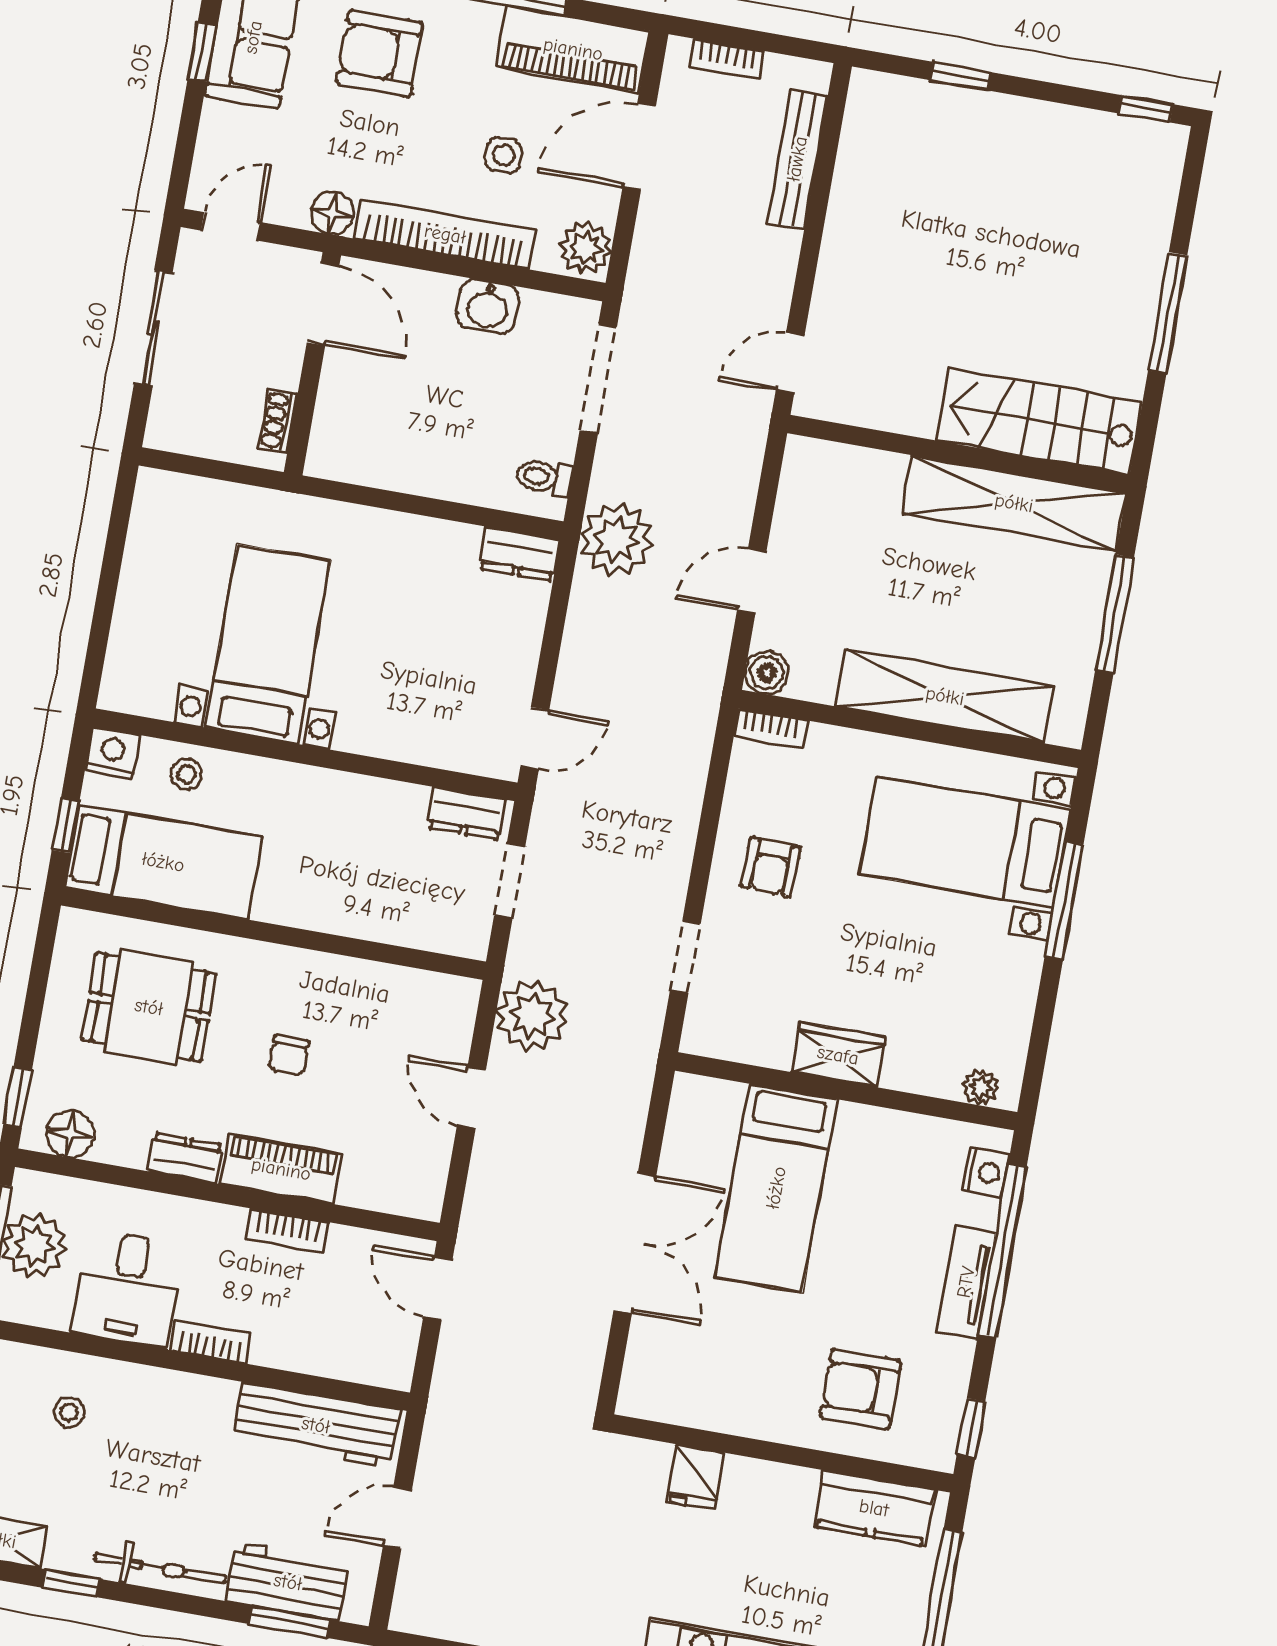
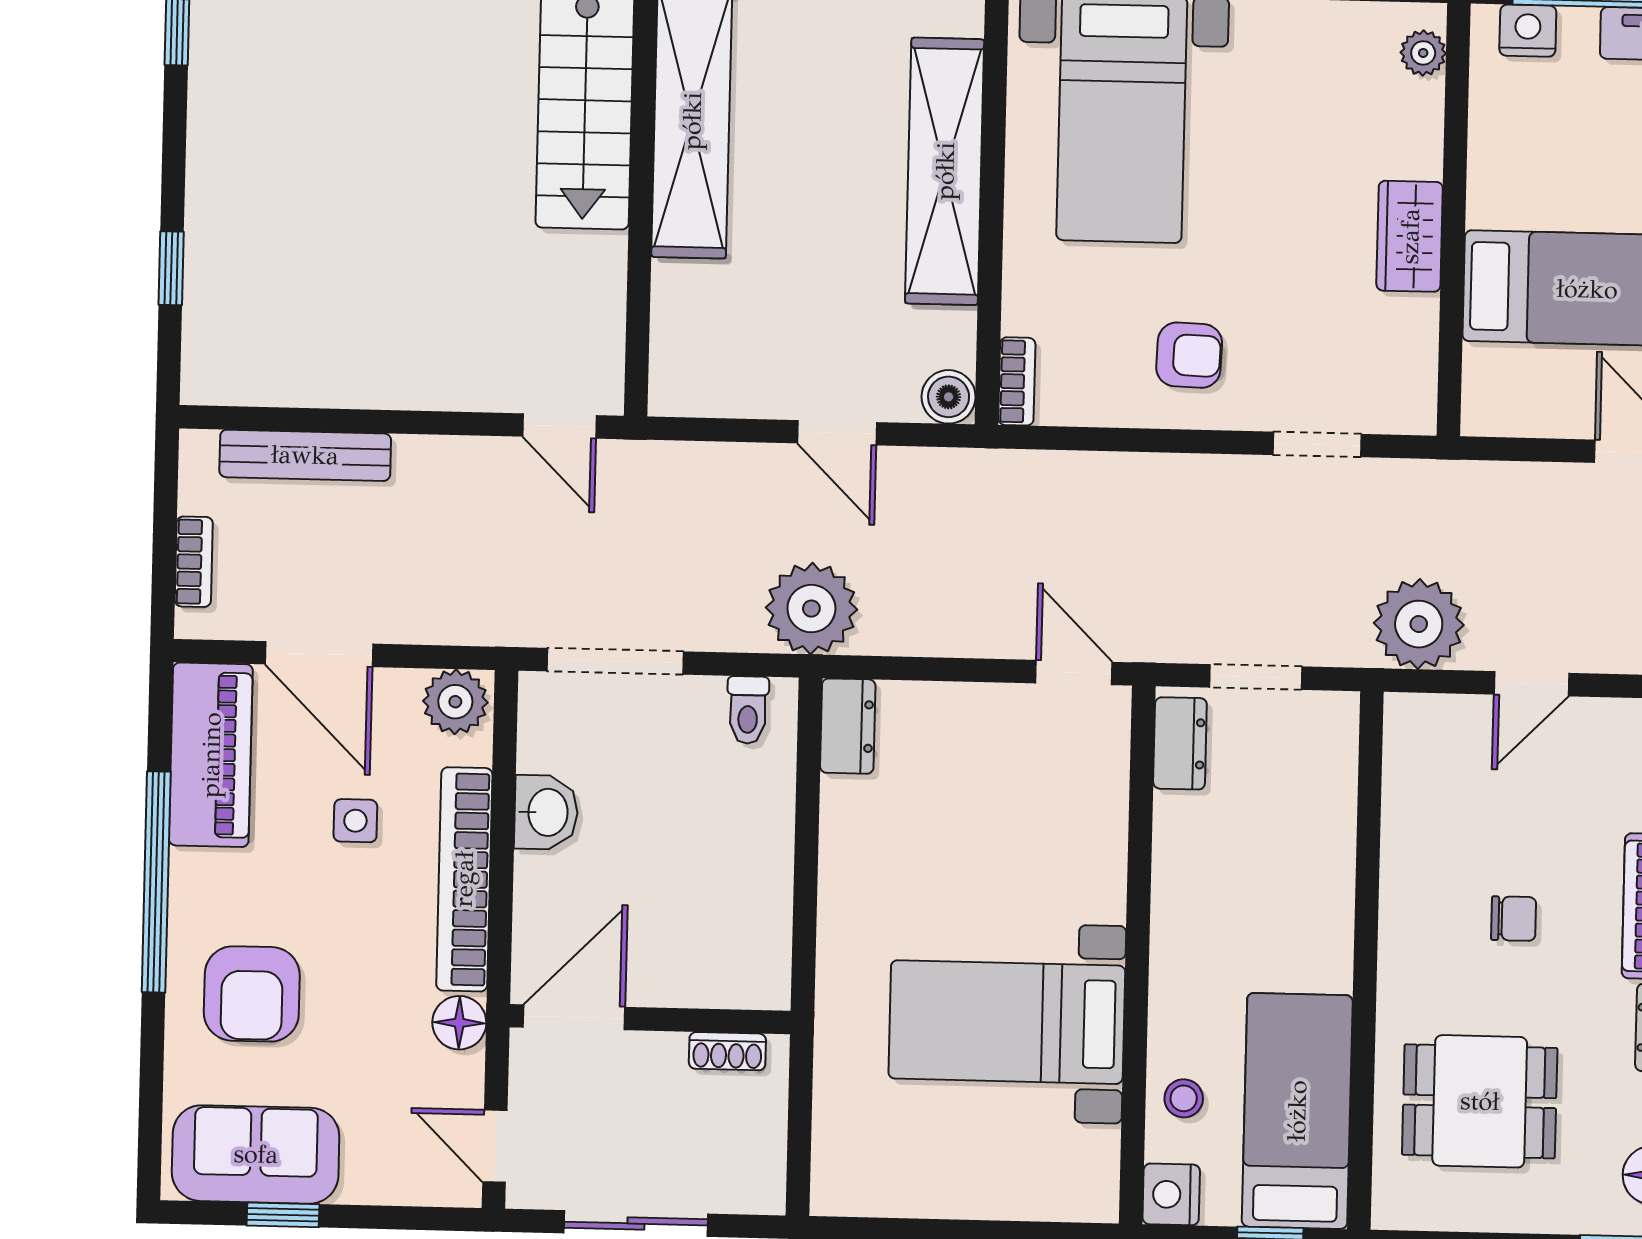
dining table: (149, 1007) -> (1480, 1101), turned 90

